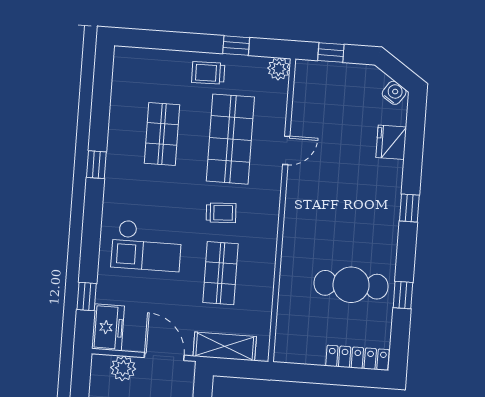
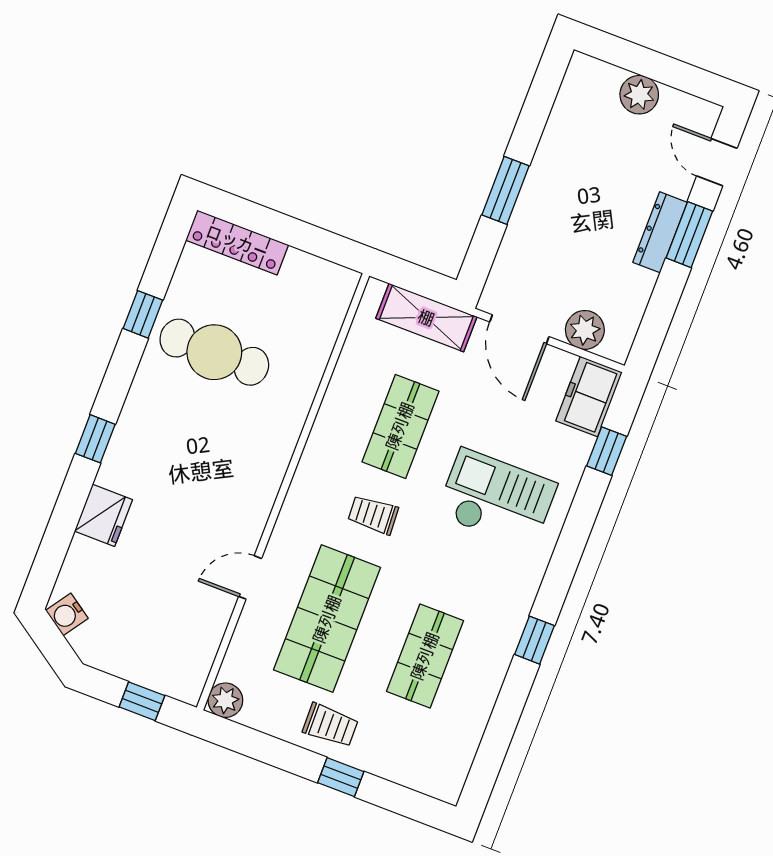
window: (236, 46) -> (341, 777), moved
fridge: (391, 142) -> (104, 515), moved

